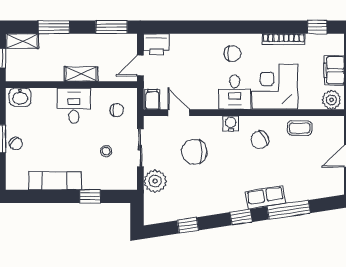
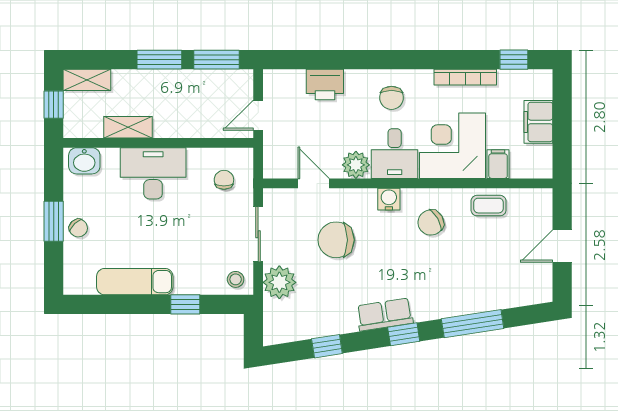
window: (54, 27) -> (159, 60), moved
printer: (156, 44) -> (325, 84), moved
chair: (233, 54) -> (392, 98), turned 90
shelving: (81, 74) -> (128, 127), moved
filing cabinet: (152, 99) -> (498, 164), moved
plant: (331, 100) -> (356, 165), moved
desk: (74, 106) -> (153, 173), width x1.37
chair: (117, 110) -> (224, 180), turned -90
stool: (106, 151) -> (236, 279), moved
row of seats: (266, 198) -> (385, 315), moved

